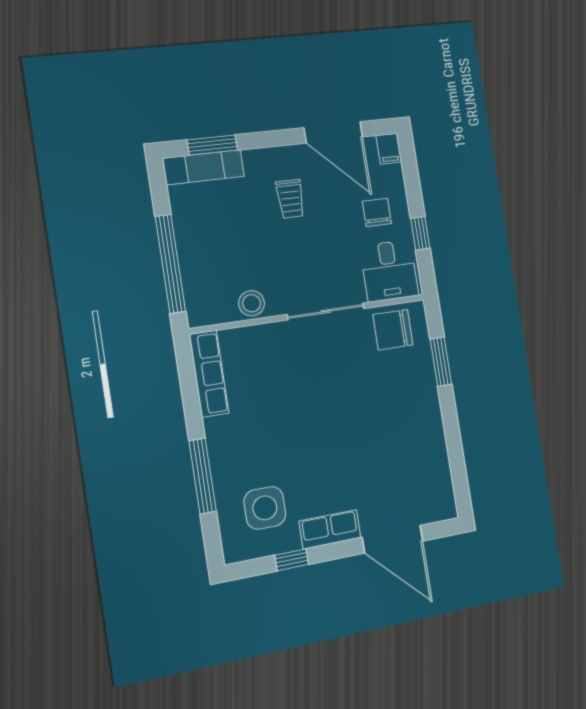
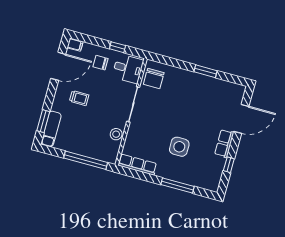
window: (441, 362) -> (206, 71), moved
side table: (265, 508) -> (179, 147), moved

